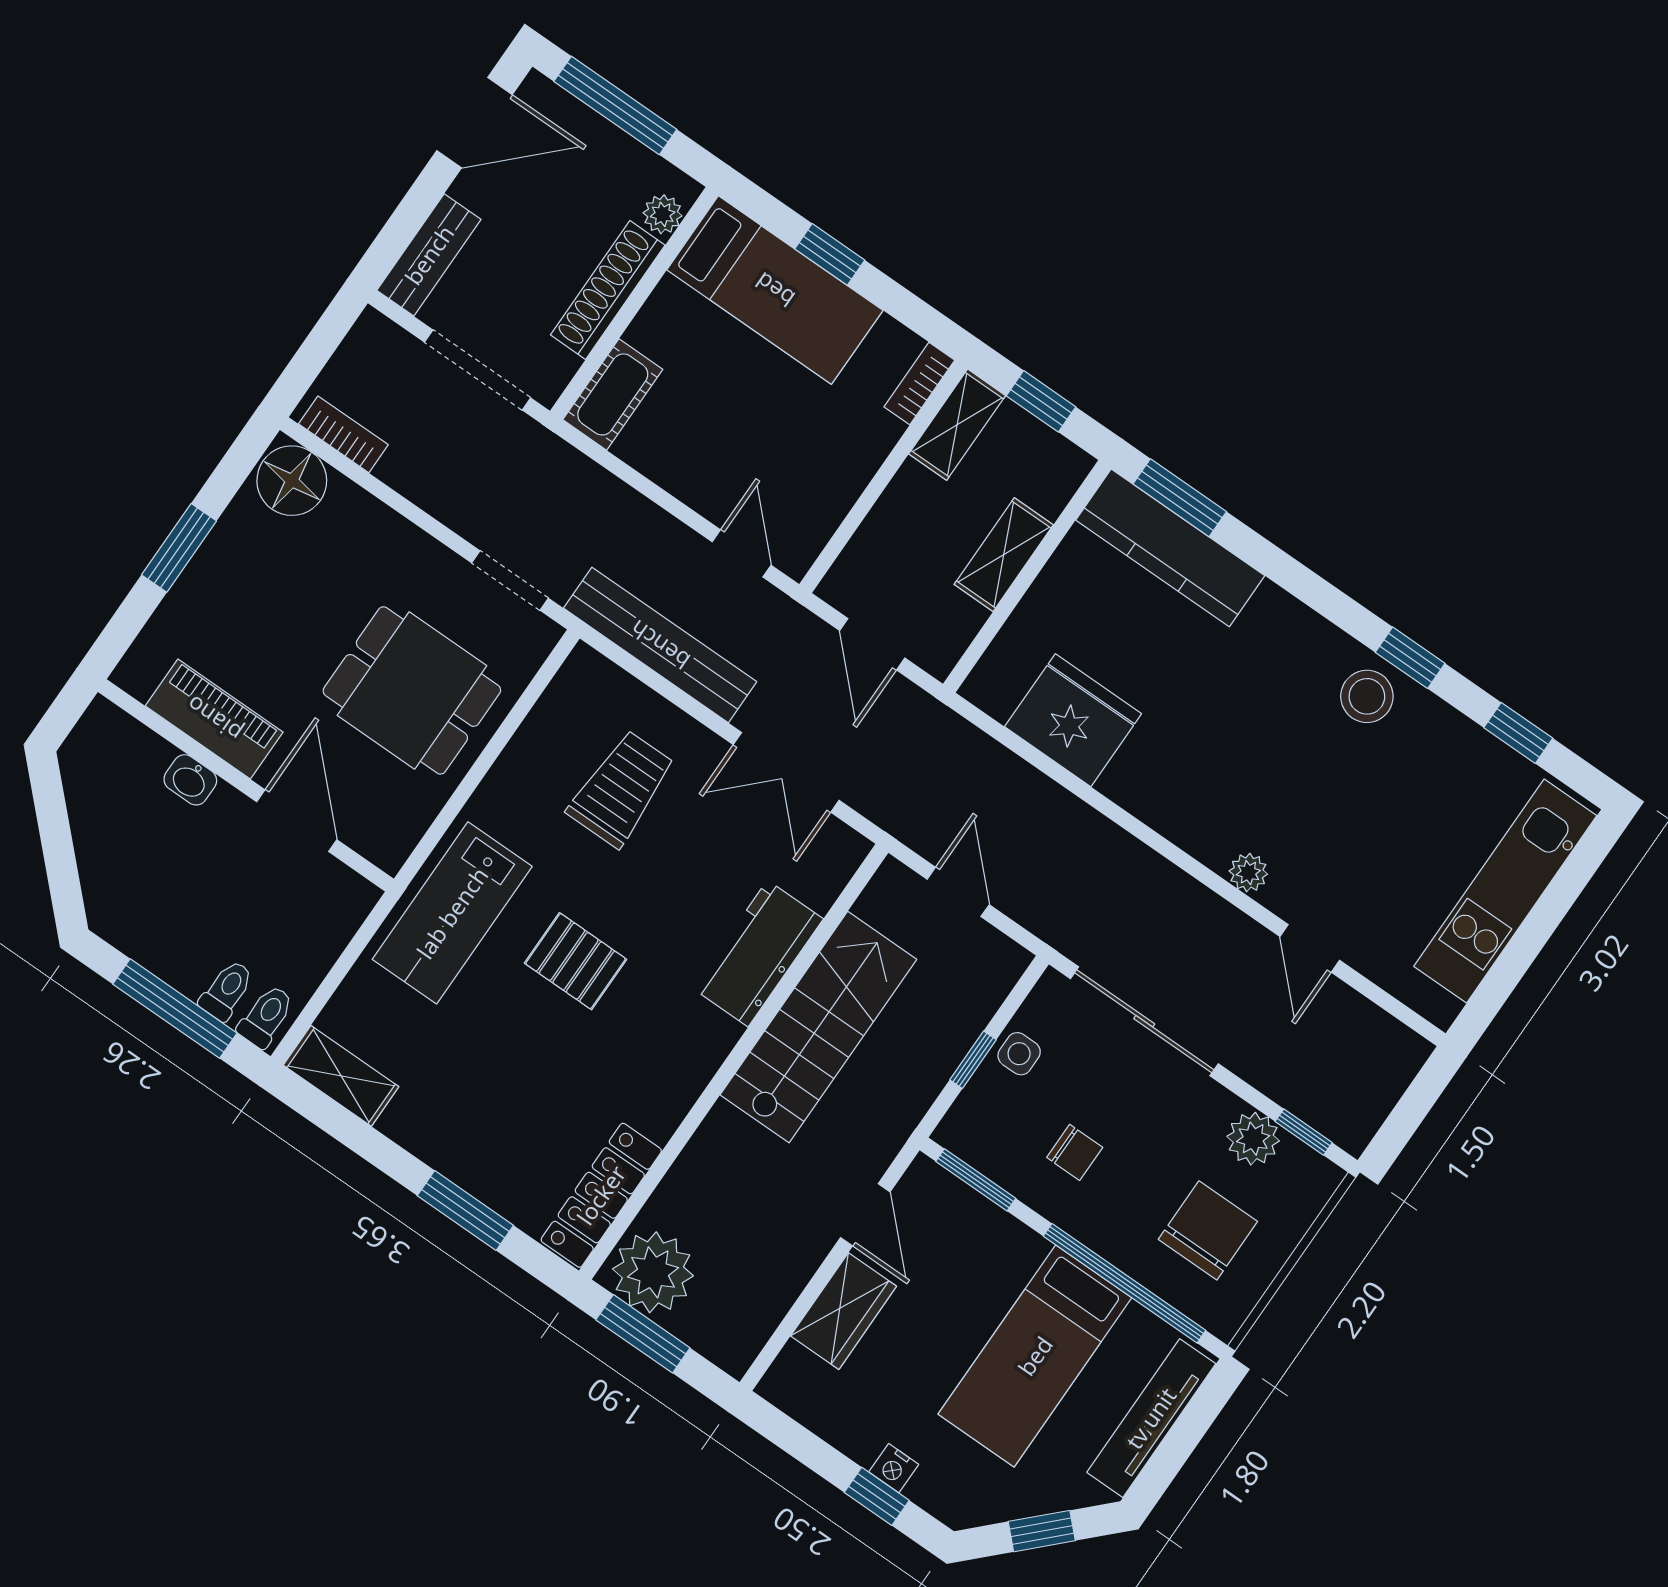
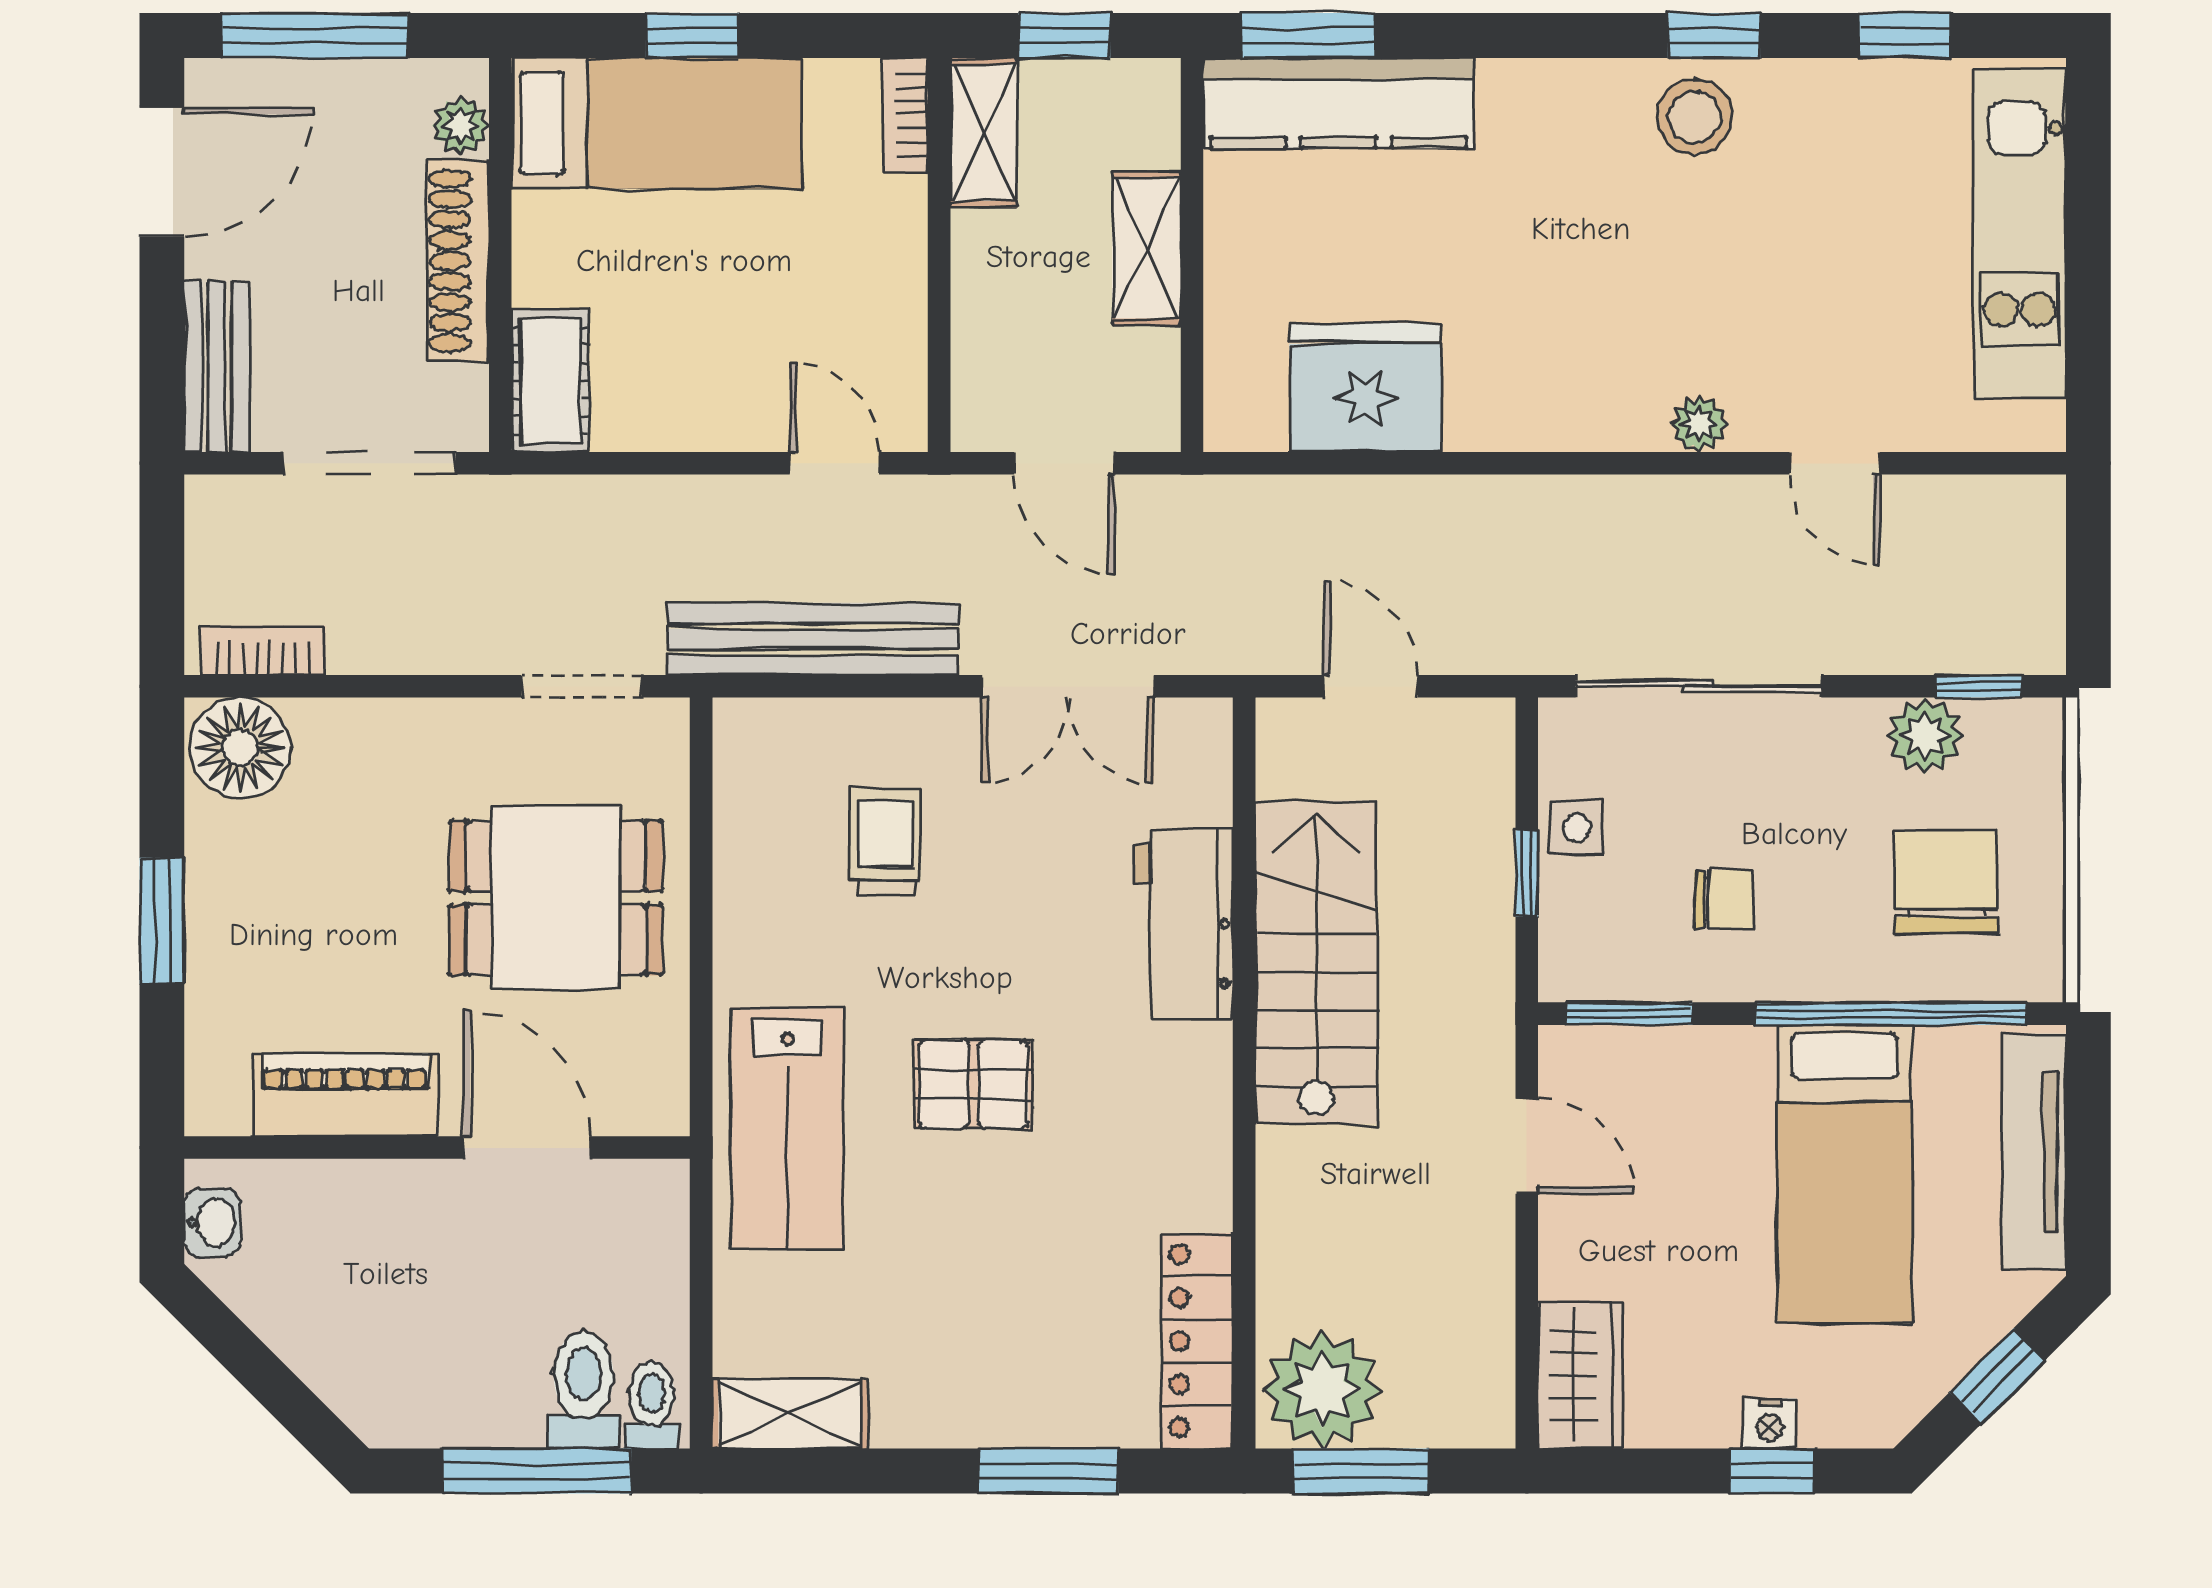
washbasin: (190, 780) -> (212, 1223), moved, turned -90
trolley: (621, 789) -> (886, 842), width x0.73, depth x0.72
toilet: (227, 990) -> (583, 1390), width x1.37, depth x1.39
wardrobe: (844, 1311) -> (1580, 1375), moved

